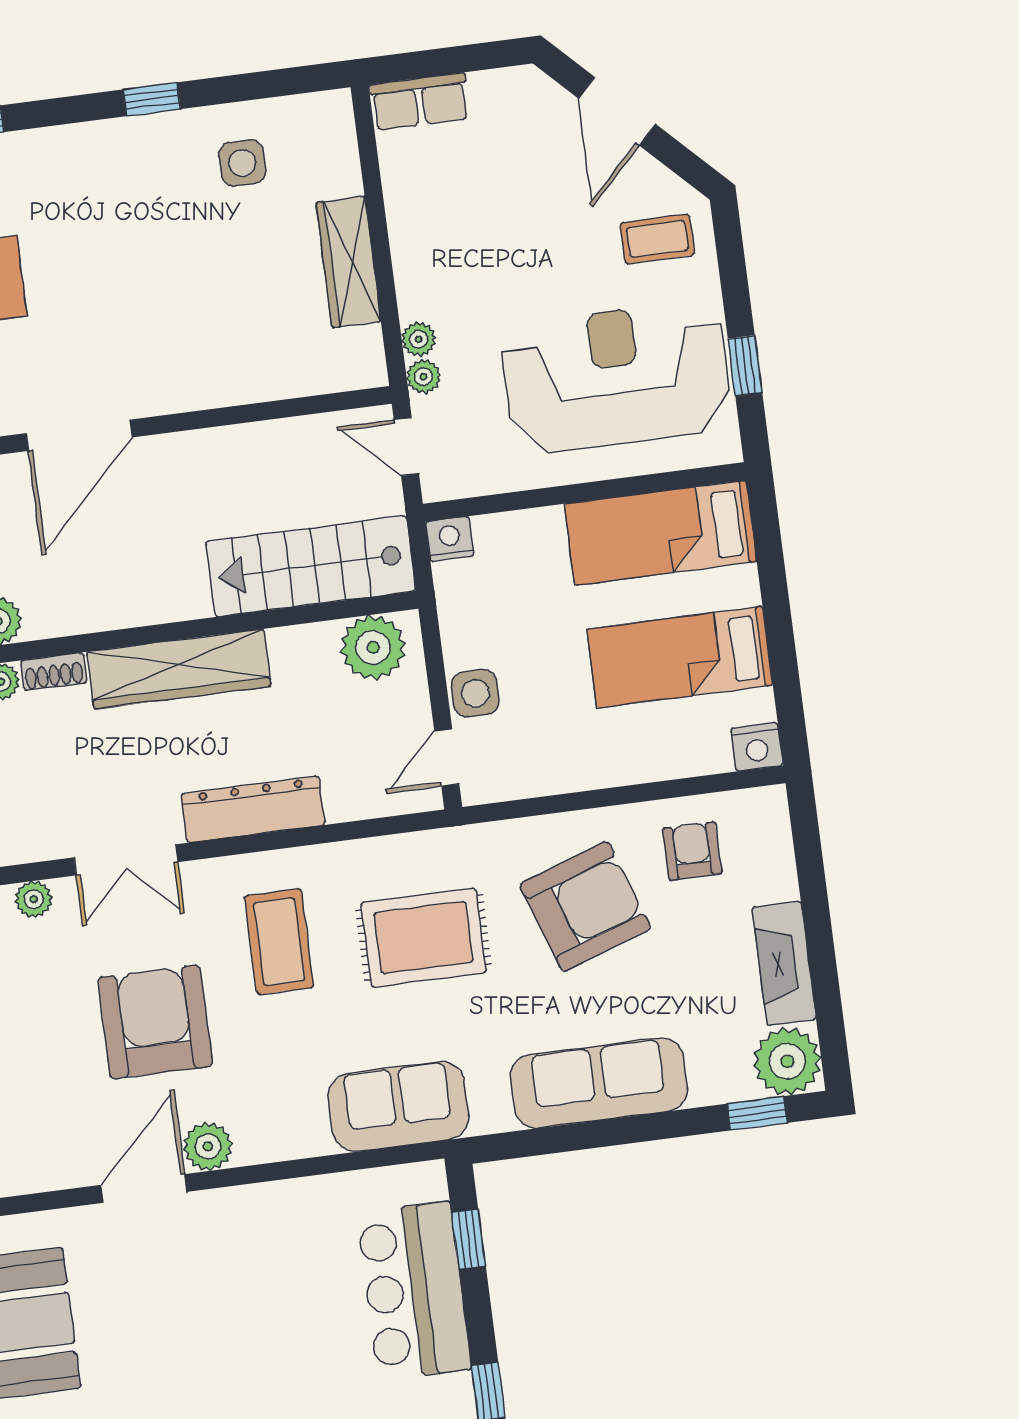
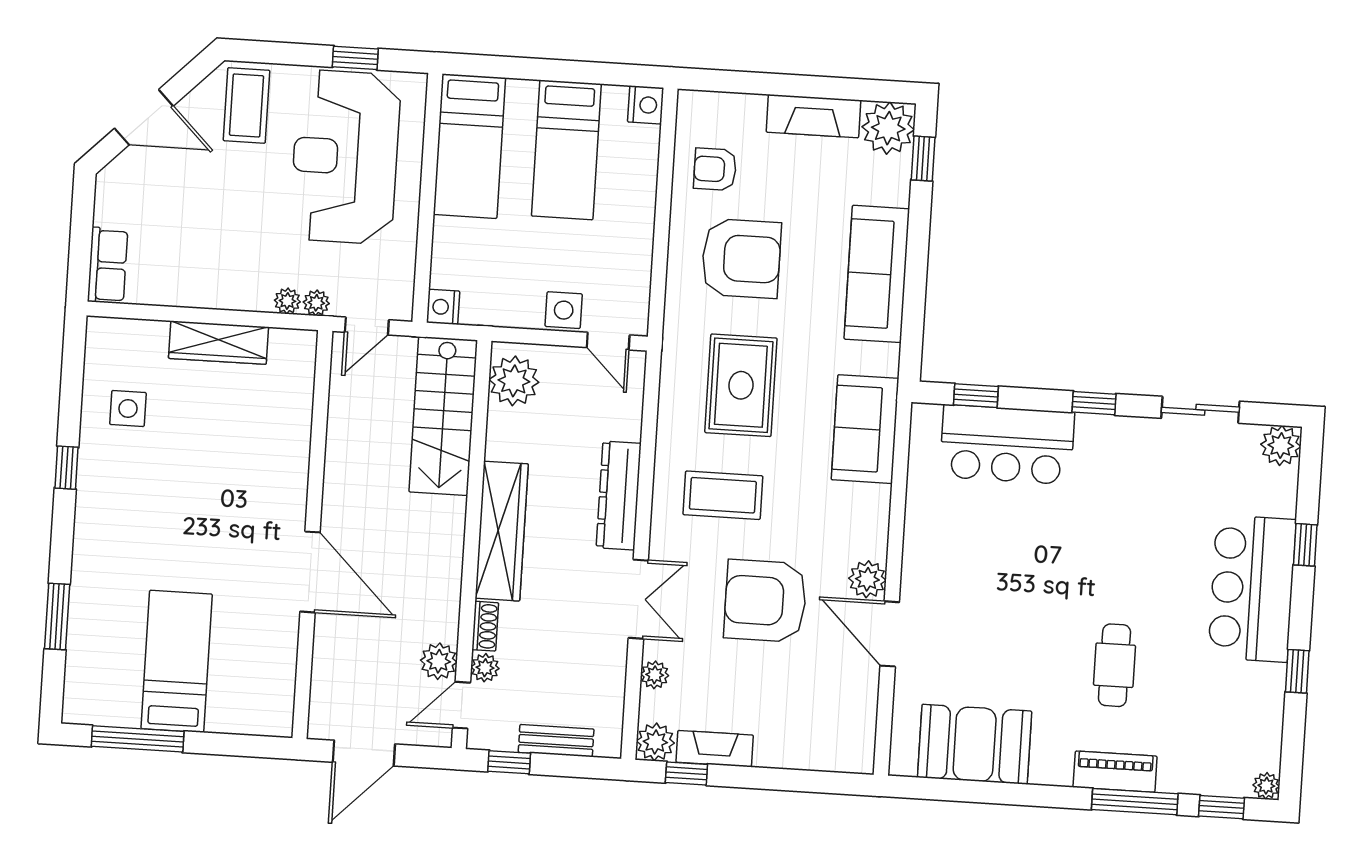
coffee table: (657, 239) -> (247, 105), width x1.36, depth x1.30
armchair: (585, 906) -> (741, 258), turned 109

